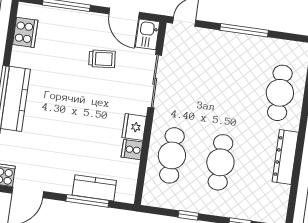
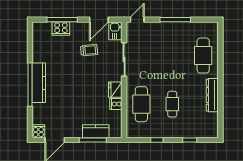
door: (124, 13) -> (99, 20), hinge flipped
cooker: (25, 32) -> (61, 29), moved, turned 90
cafe table: (220, 162) -> (172, 104), width x0.73, depth x0.74

